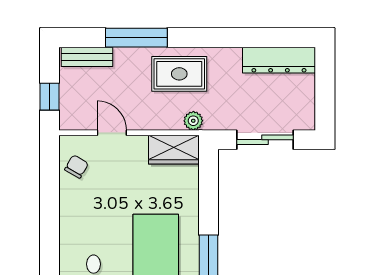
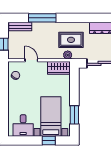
rug: (179, 74) -> (71, 40), moved

